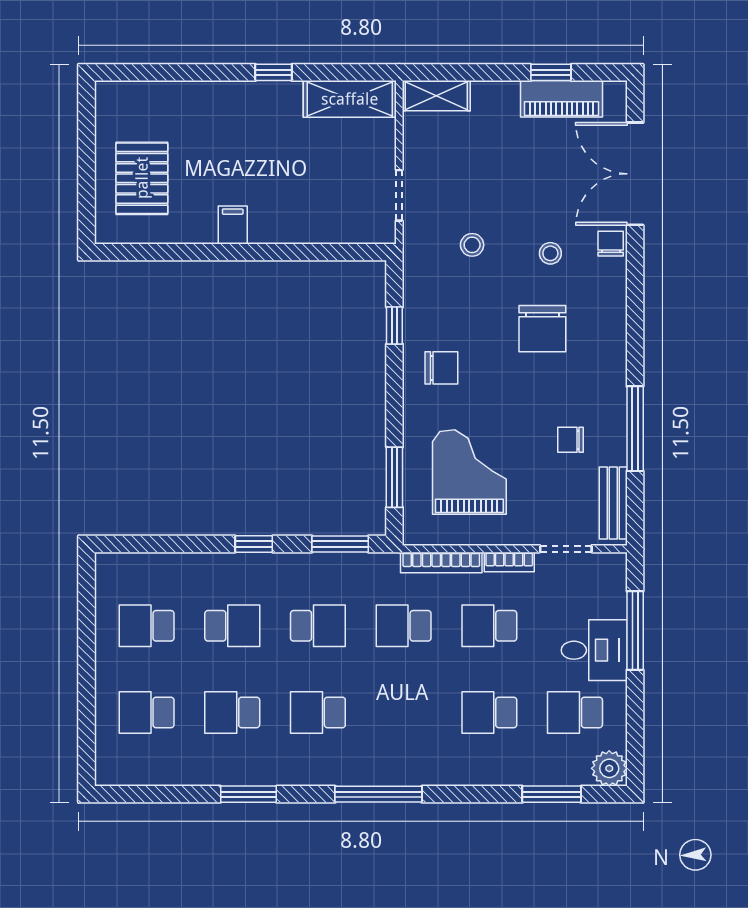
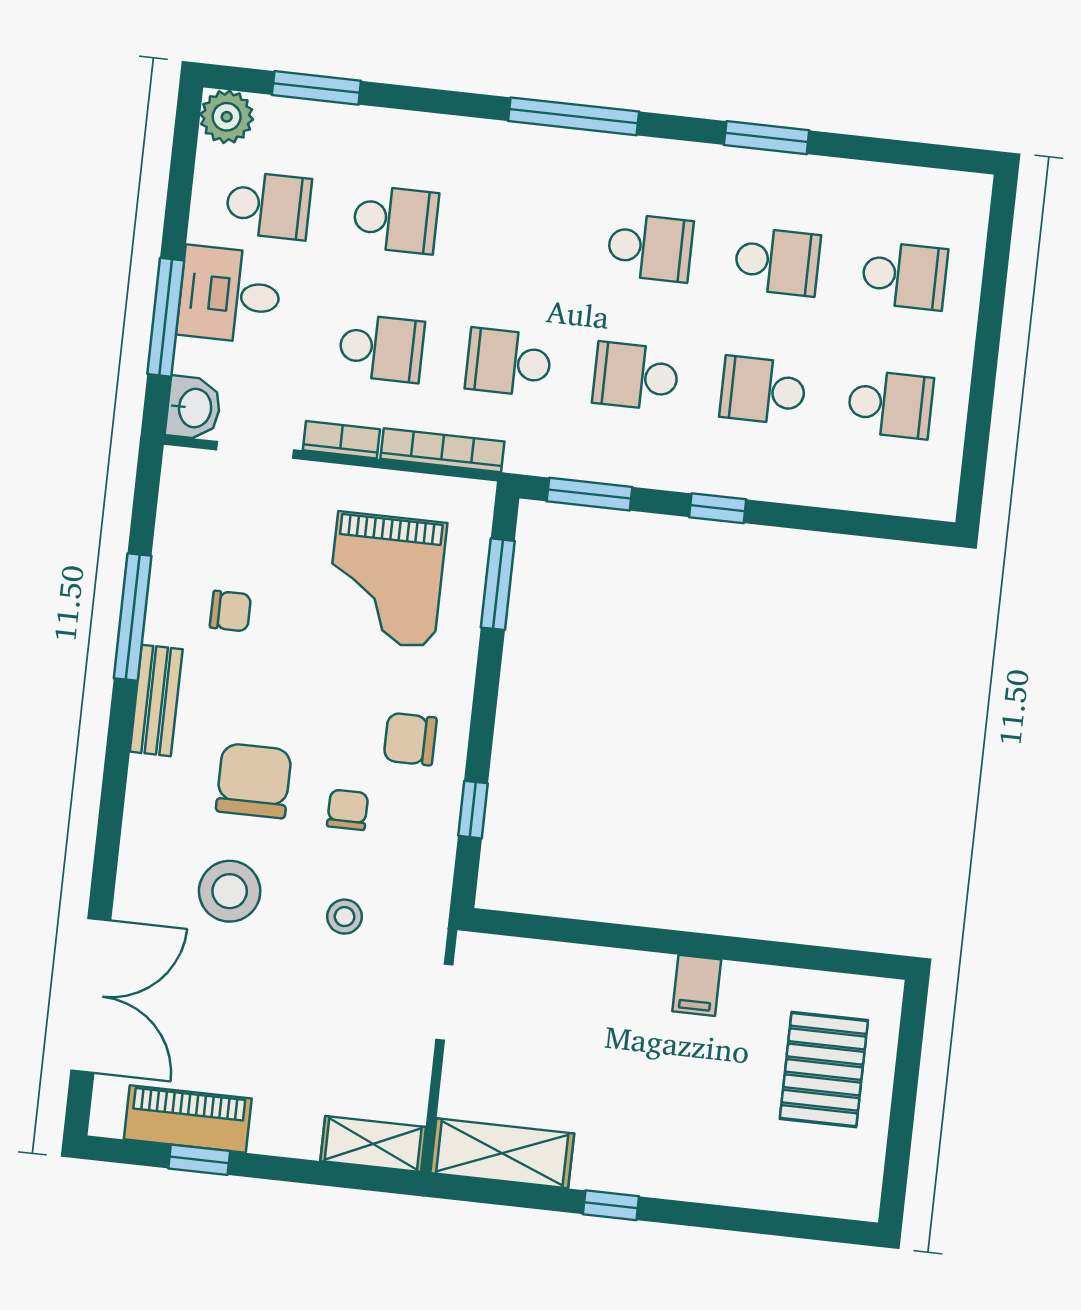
chair: (611, 244) -> (348, 810), moved, turned 180
stool: (550, 253) -> (230, 891), width x1.89, depth x1.89
bench: (613, 503) -> (156, 700), moved
washbasin: (610, 572) -> (194, 408), added
school desk: (404, 626) -> (509, 362), turned 180

